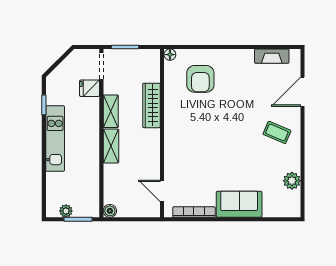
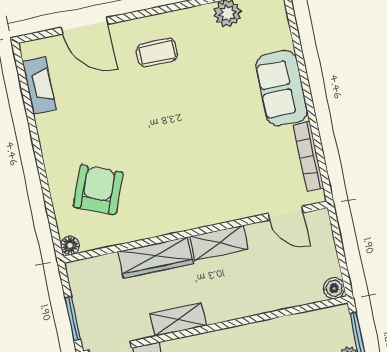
armchair: (200, 79) -> (98, 190), turned -68
coffee table: (277, 132) -> (157, 52), turned 67
shelving: (111, 146) -> (219, 243), moved
door: (162, 191) -> (286, 213), hinge flipped

